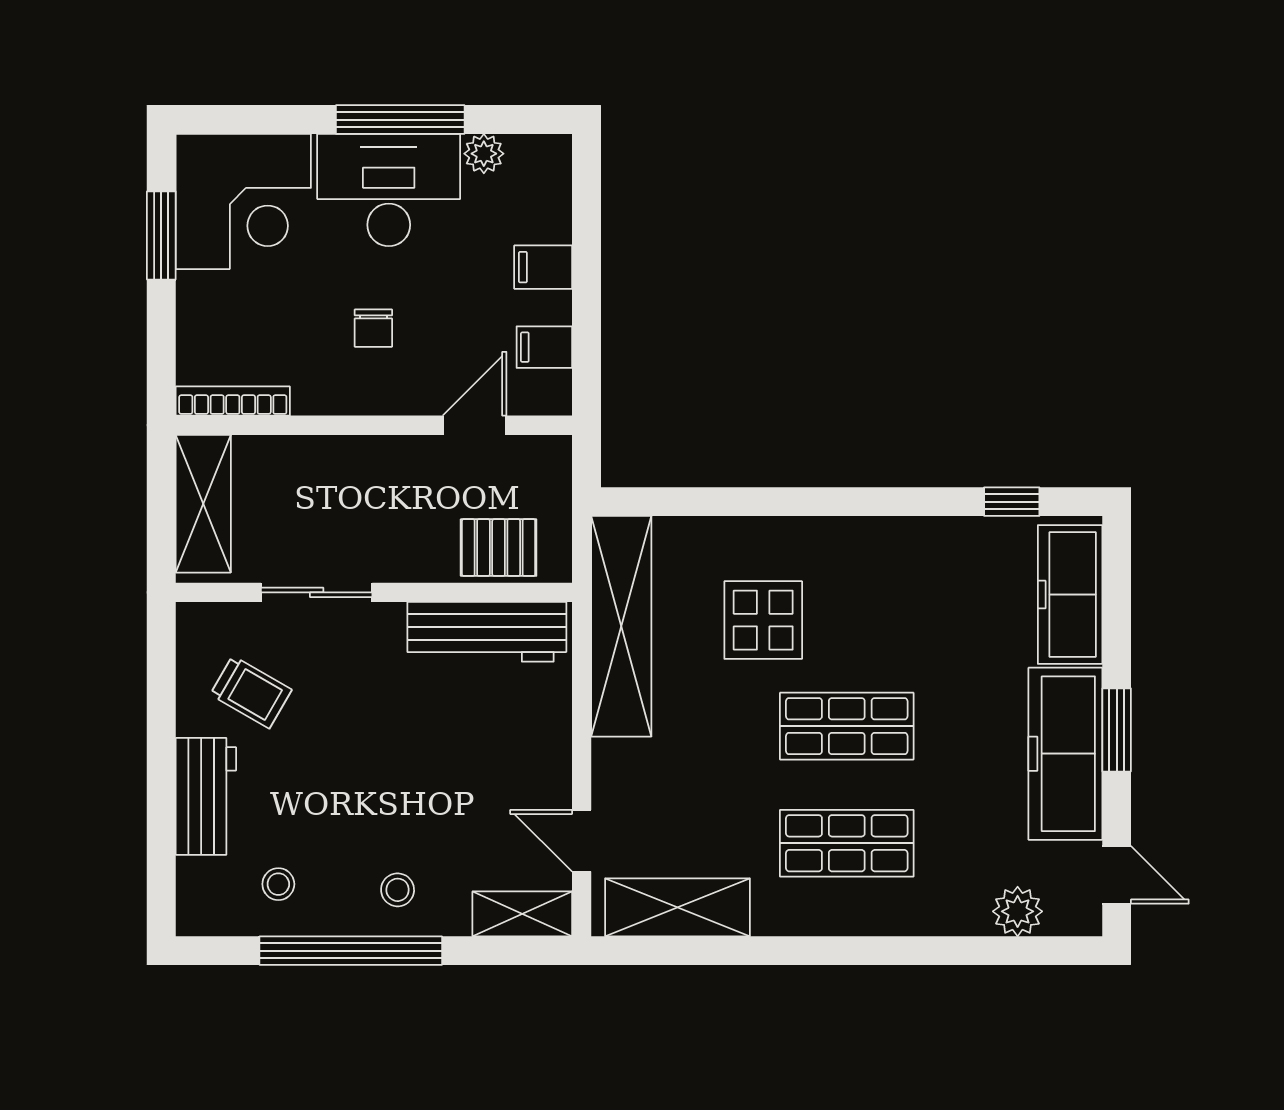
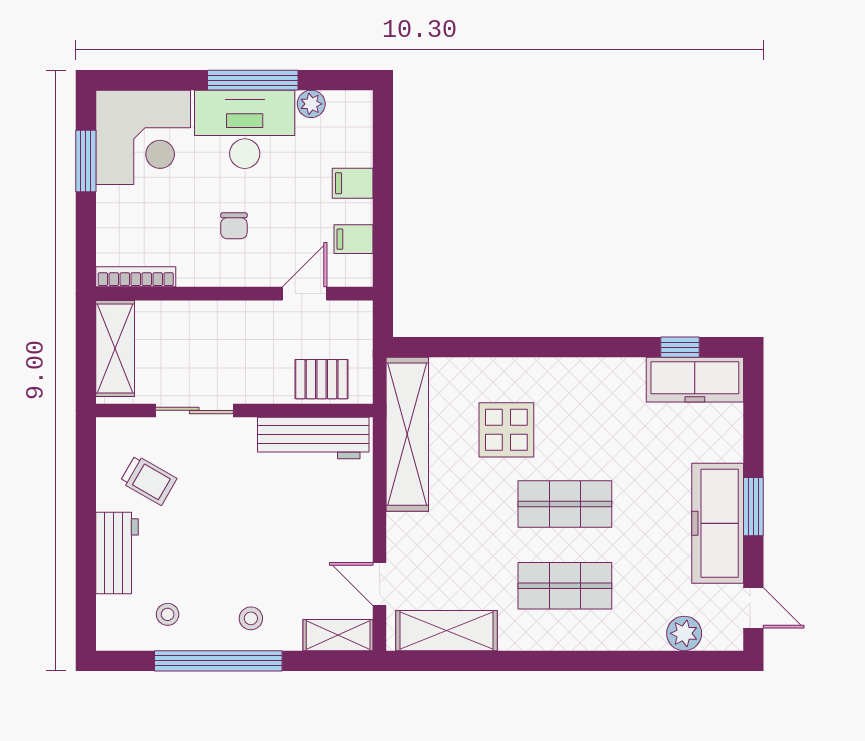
freezer: (1070, 595) -> (695, 380), moved, turned -90

